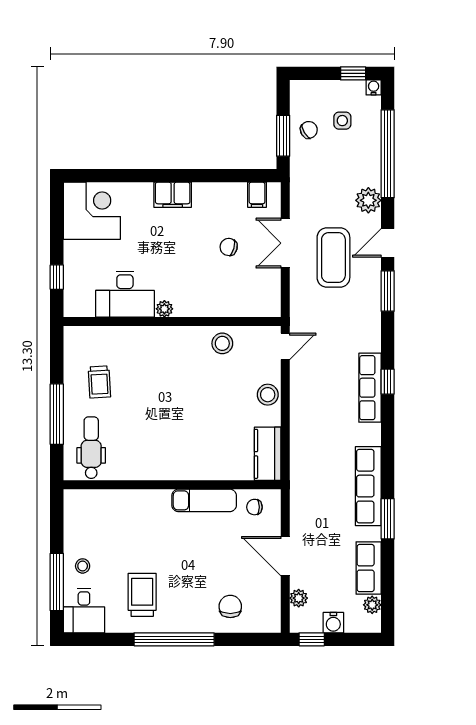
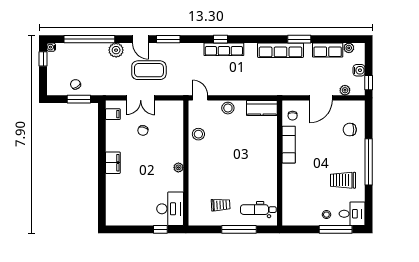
side table: (342, 121) -> (70, 65), removed
corner desk: (92, 211) -> (122, 209), removed
desk: (125, 294) -> (170, 209), moved

